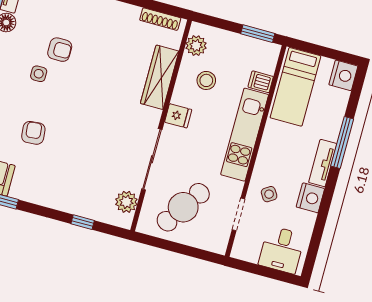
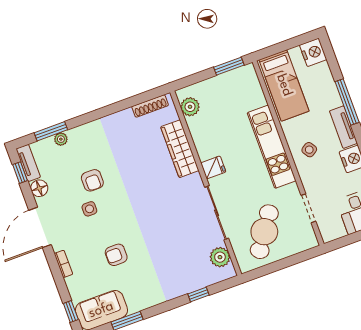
armchair: (60, 50) -> (92, 180), turned 90
stool: (206, 80) -> (216, 127), removed
dishwasher: (261, 82) -> (256, 100), removed
armchair: (33, 133) -> (116, 255), turned -85
side table: (269, 194) -> (309, 150), moved

